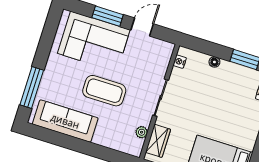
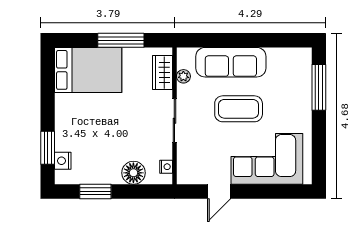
window: (108, 16) -> (261, 191), removed
floor lamp: (214, 62) -> (133, 173), width x1.89, depth x1.89
sofa: (65, 121) -> (231, 62), moved

